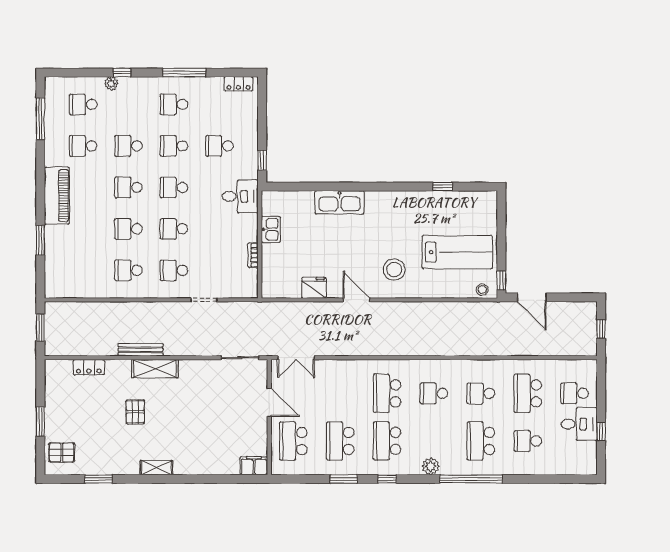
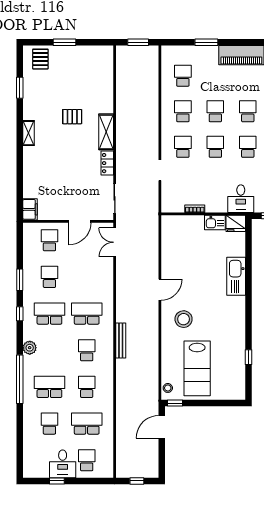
school desk: (83, 270) -> (183, 76), added
fridge: (314, 288) -> (236, 223), moved, turned 90
bench: (141, 350) -> (121, 341), moved
locker: (89, 367) -> (107, 163), moved
school desk: (293, 441) -> (49, 240), width x0.54
school desk: (340, 441) -> (49, 277), width x0.54

